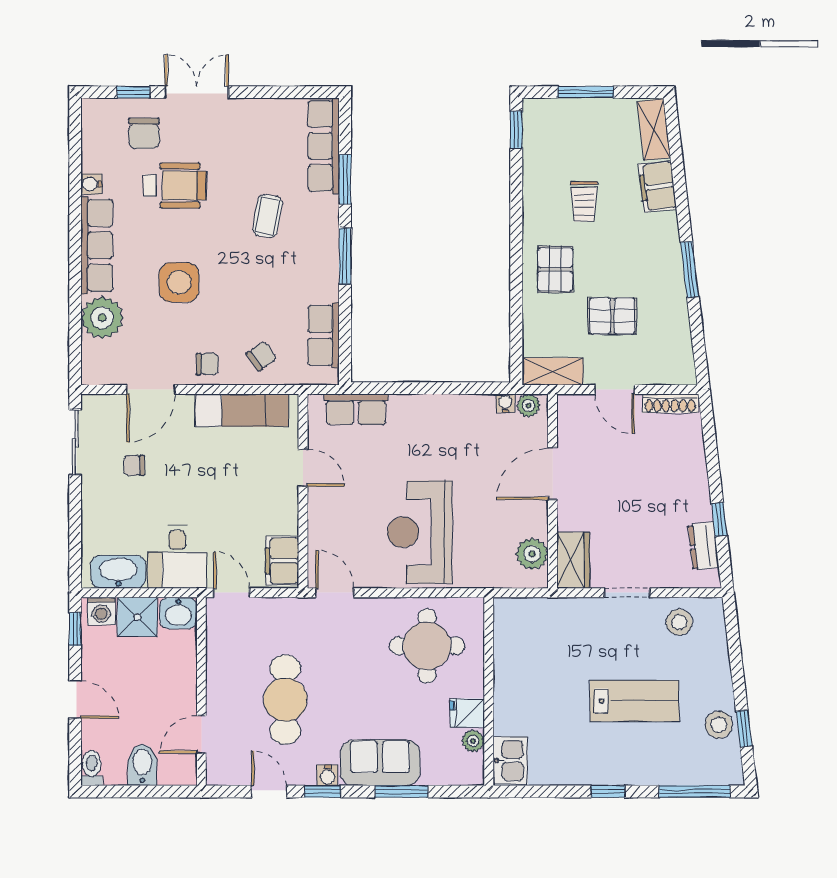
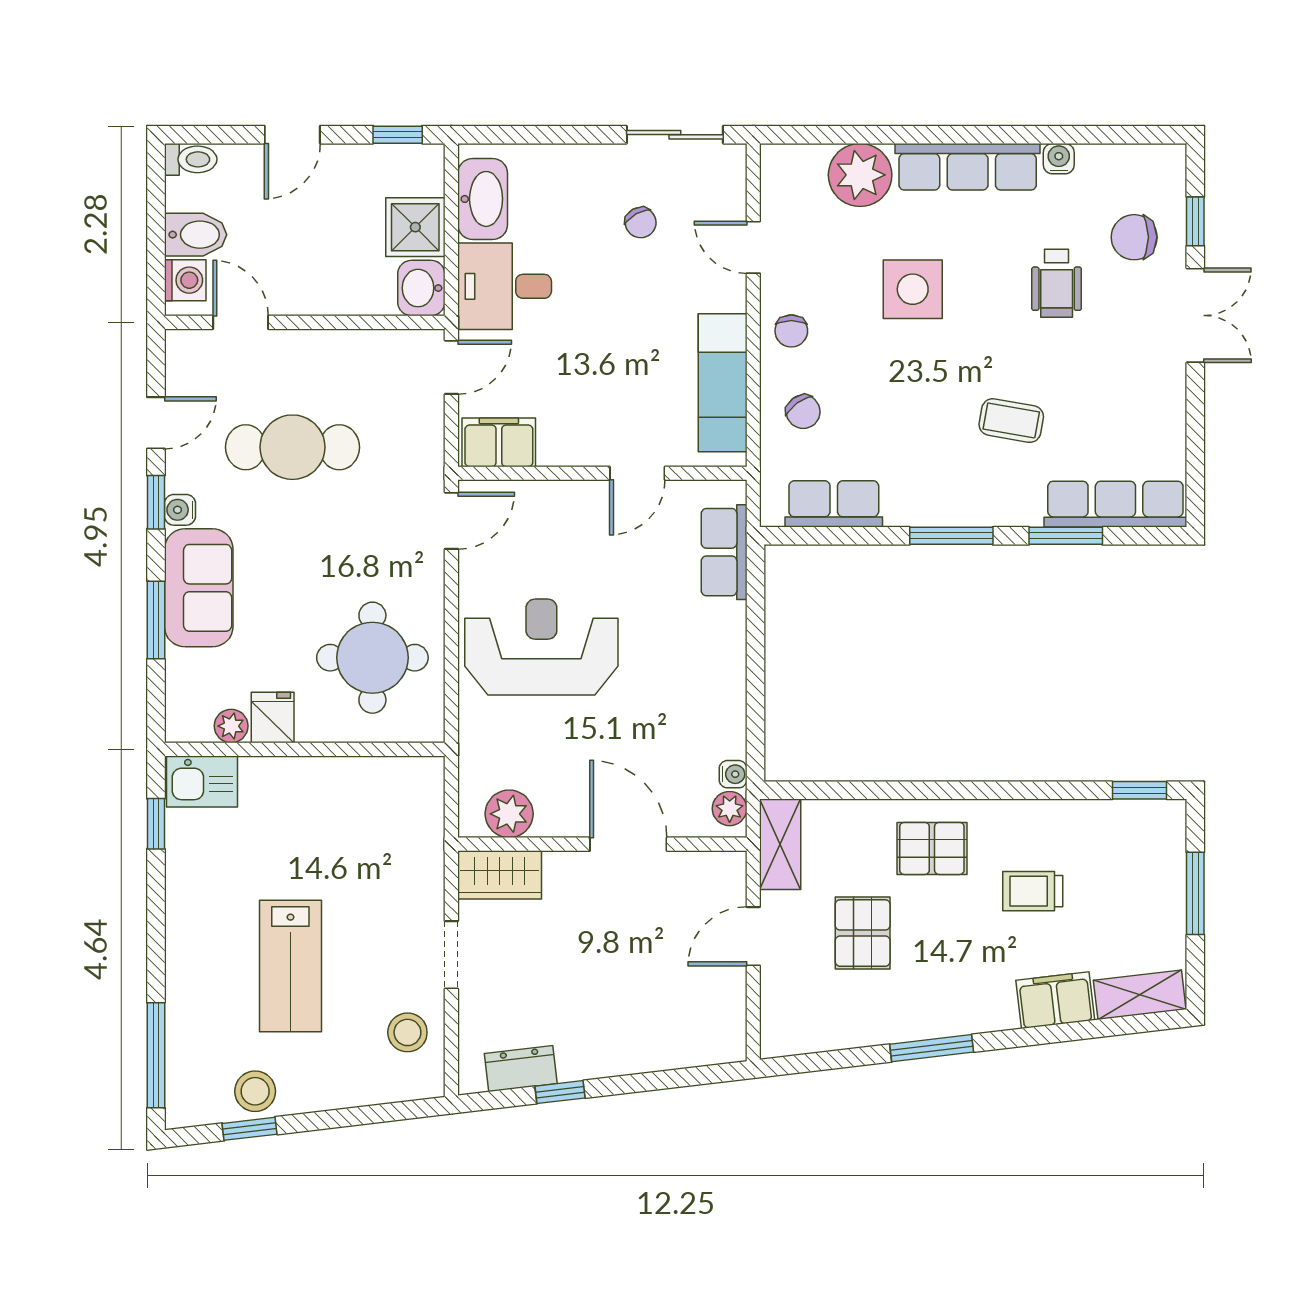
wheelchair: (175, 186) -> (1057, 283), width x0.73, depth x0.73
door: (151, 390) -> (753, 247), width x0.73
shoe rack: (670, 403) -> (733, 1019), removed
chair: (134, 465) -> (641, 223), turned 151
washing machine: (101, 611) -> (185, 280), moved, turned 180
window: (608, 792) -> (156, 824), moved

